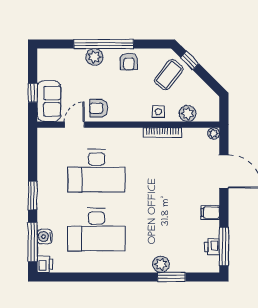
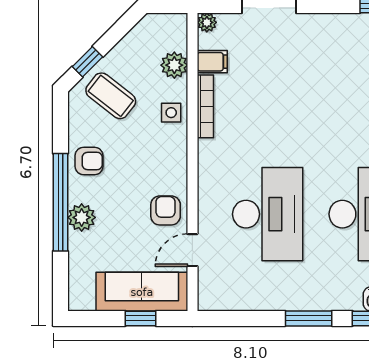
sofa: (49, 101) -> (142, 292), width x1.36
armchair: (99, 108) -> (166, 210), turned 180
door: (74, 125) -> (192, 250), hinge flipped
filing cabinet: (210, 213) -> (212, 62), moved, turned -90

